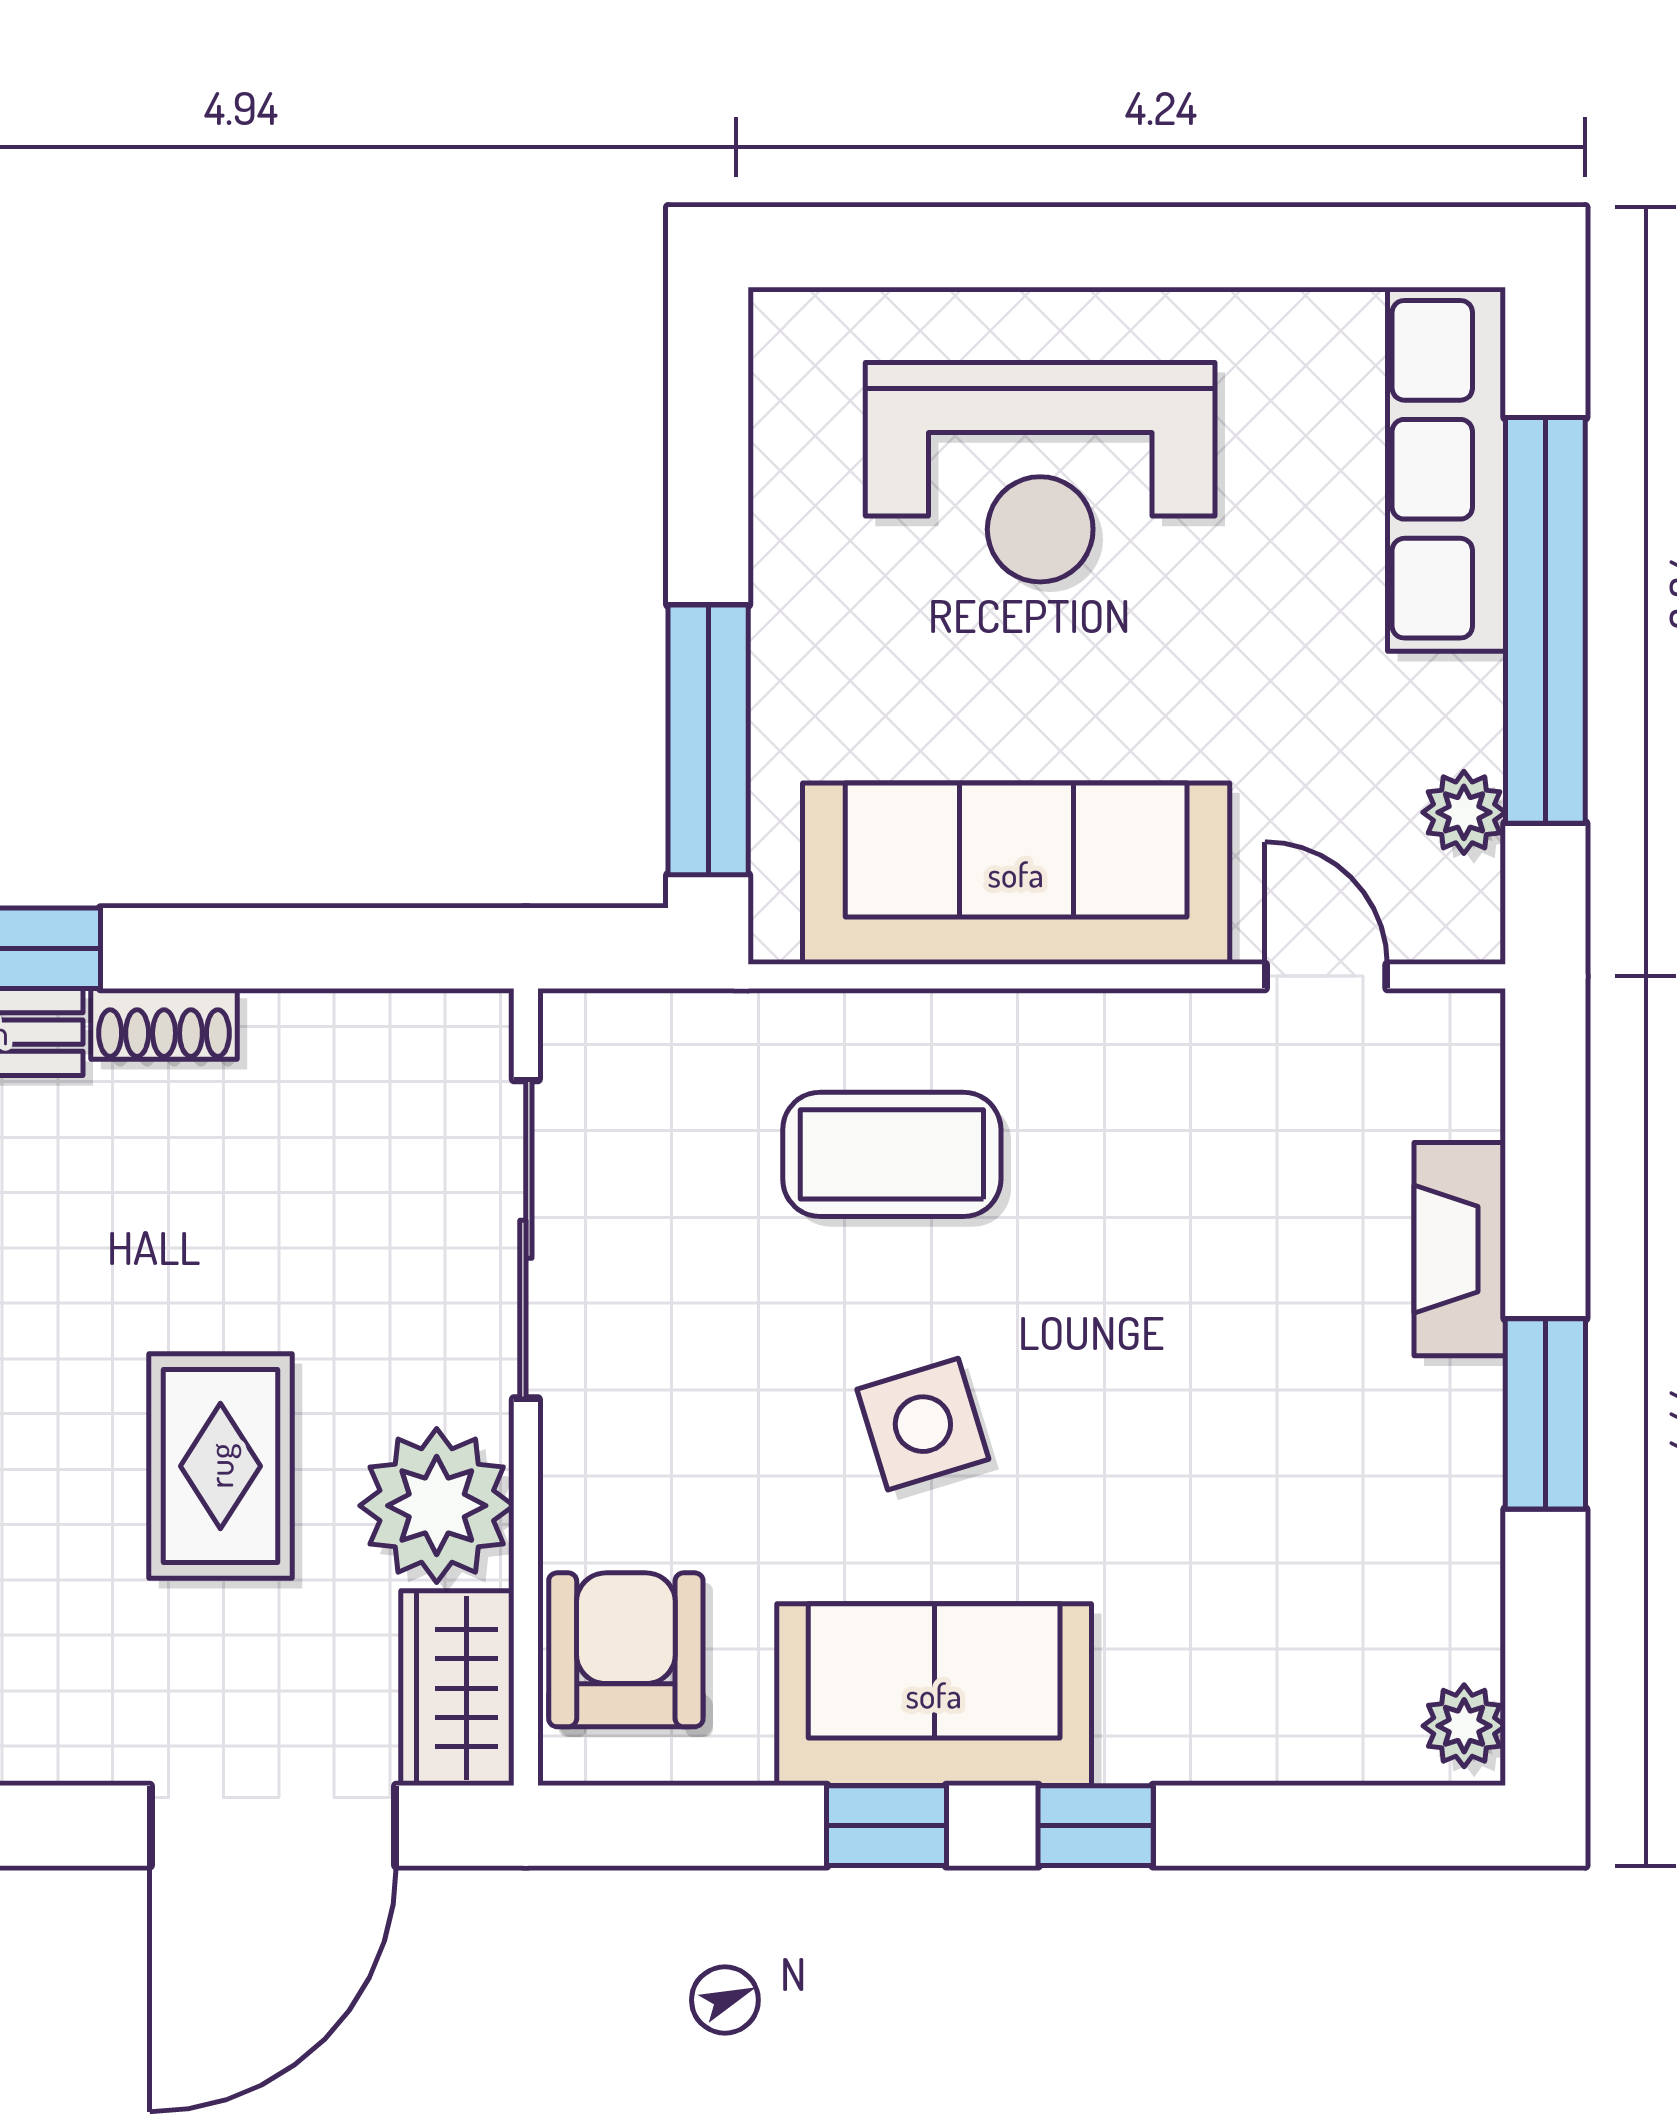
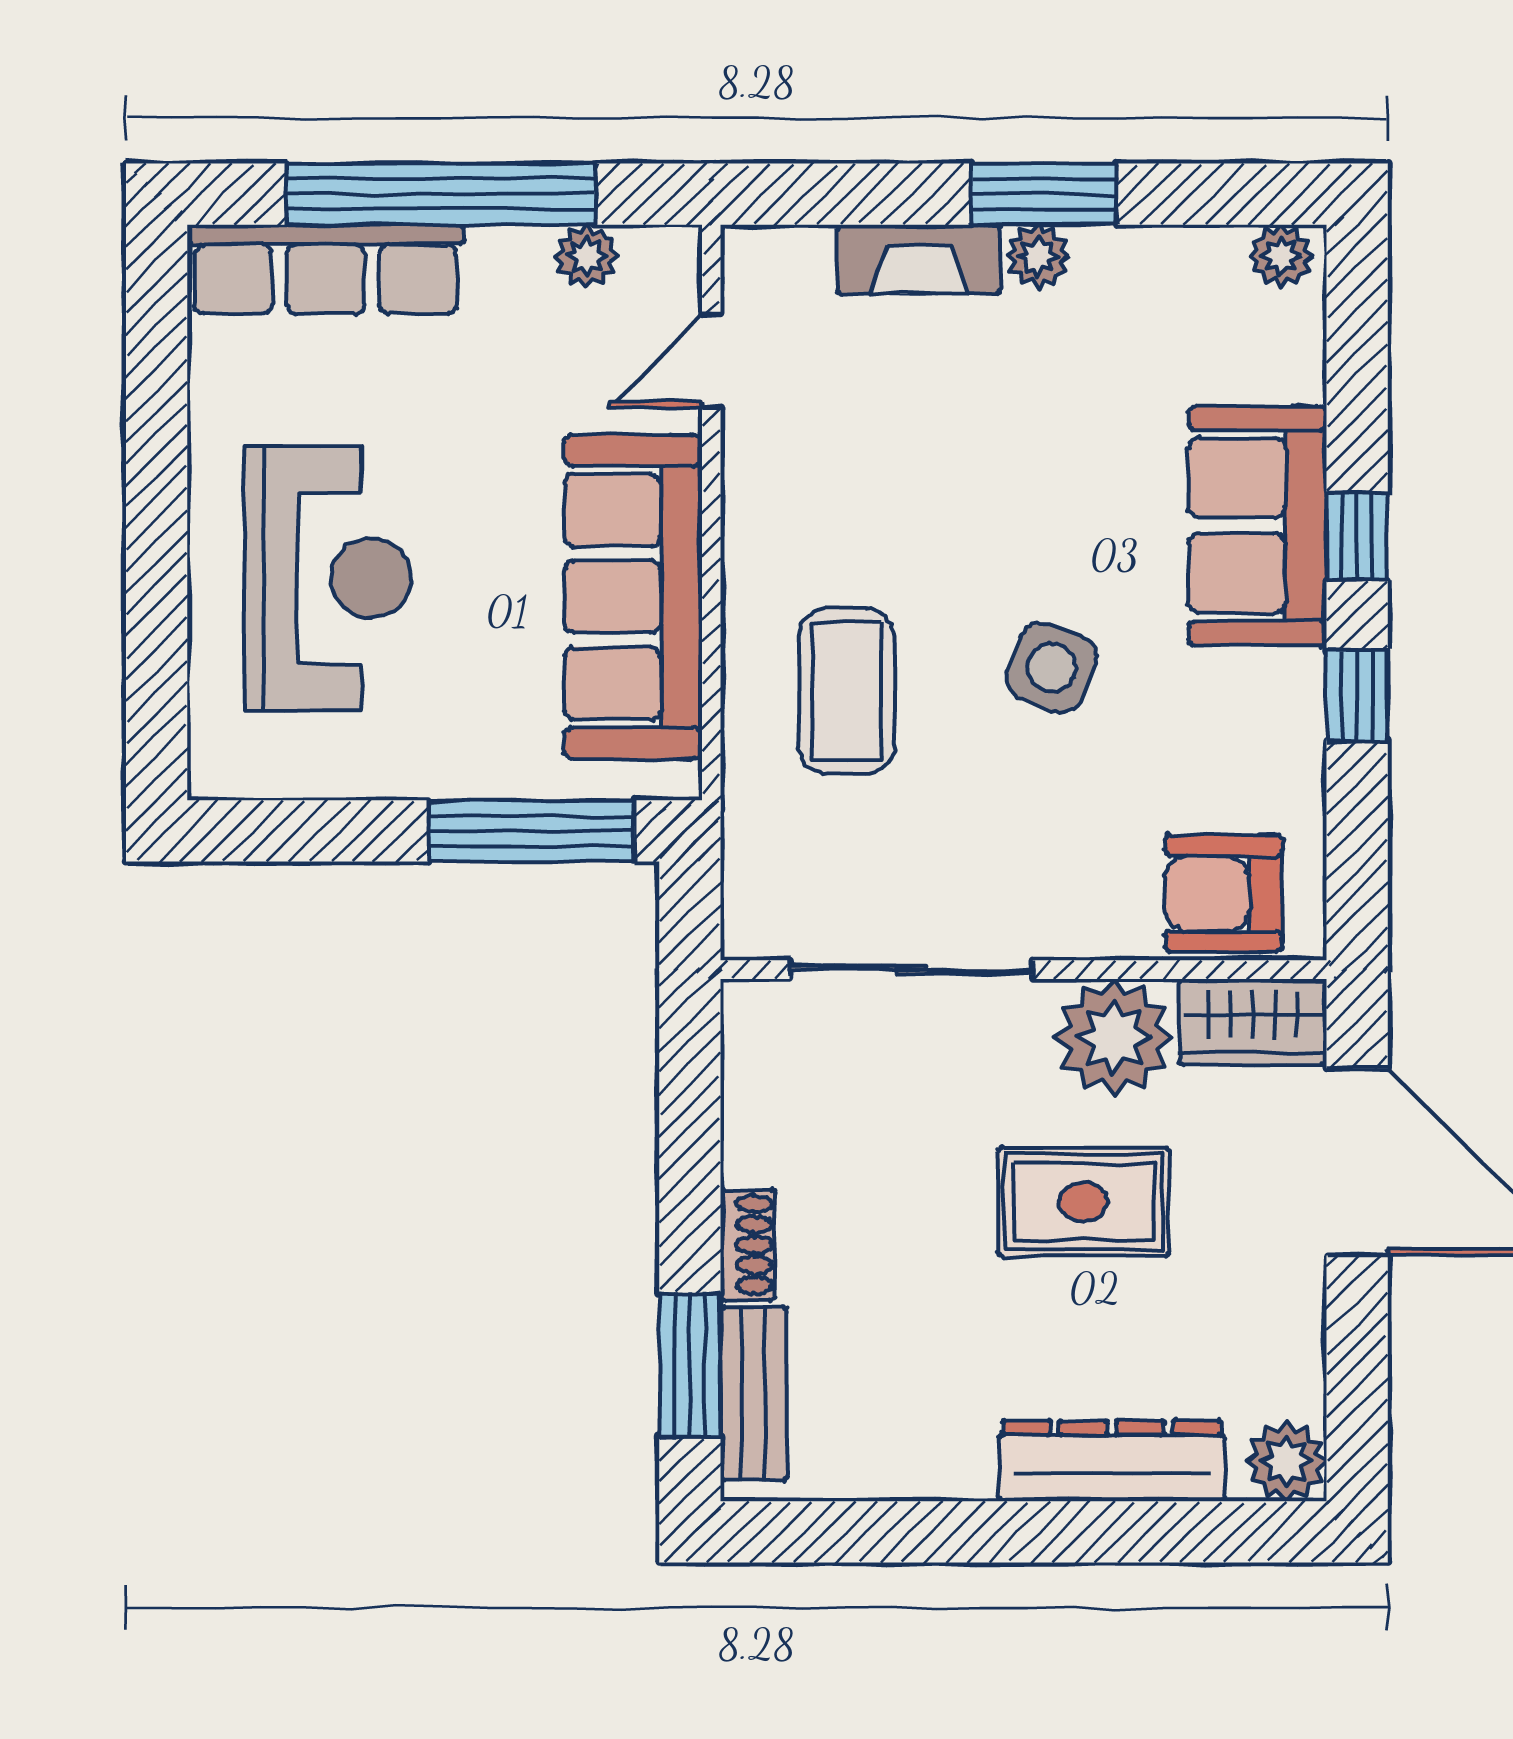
plant: (1464, 1406) -> (1038, 256), added
side table: (923, 1424) -> (1052, 668), turned 38
sofa: (934, 1695) -> (1258, 525), moved

